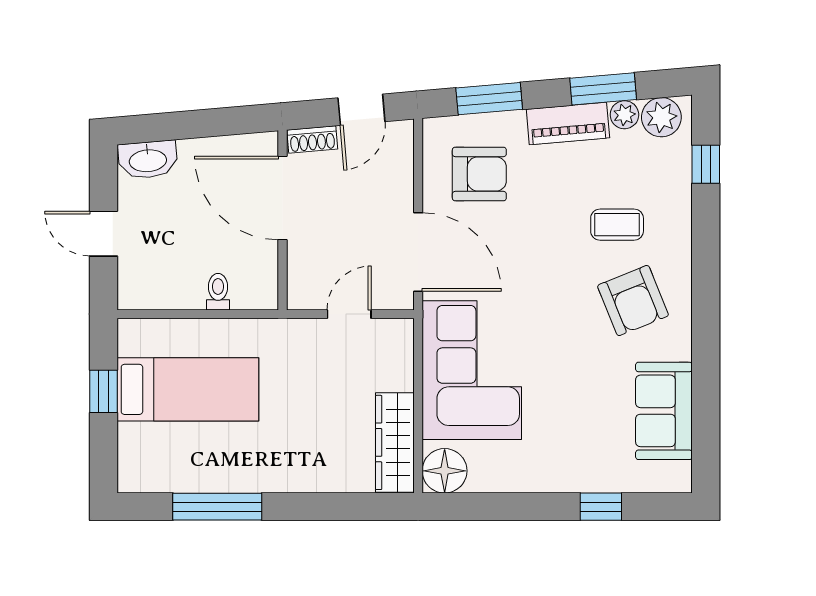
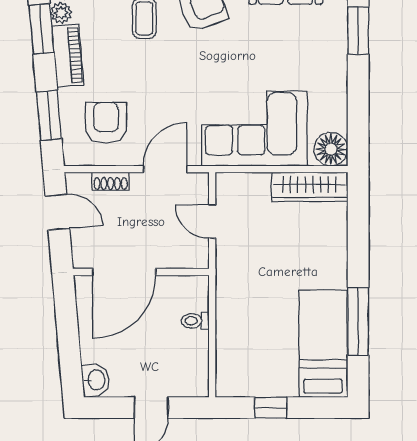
shoe rack: (312, 140) -> (111, 181), moved, turned 95
washbasin: (148, 160) -> (96, 380), width x0.72
door: (418, 252) -> (165, 169), width x0.73
bed: (188, 389) -> (323, 344), moved
window: (601, 507) -> (358, 31), width x1.50

